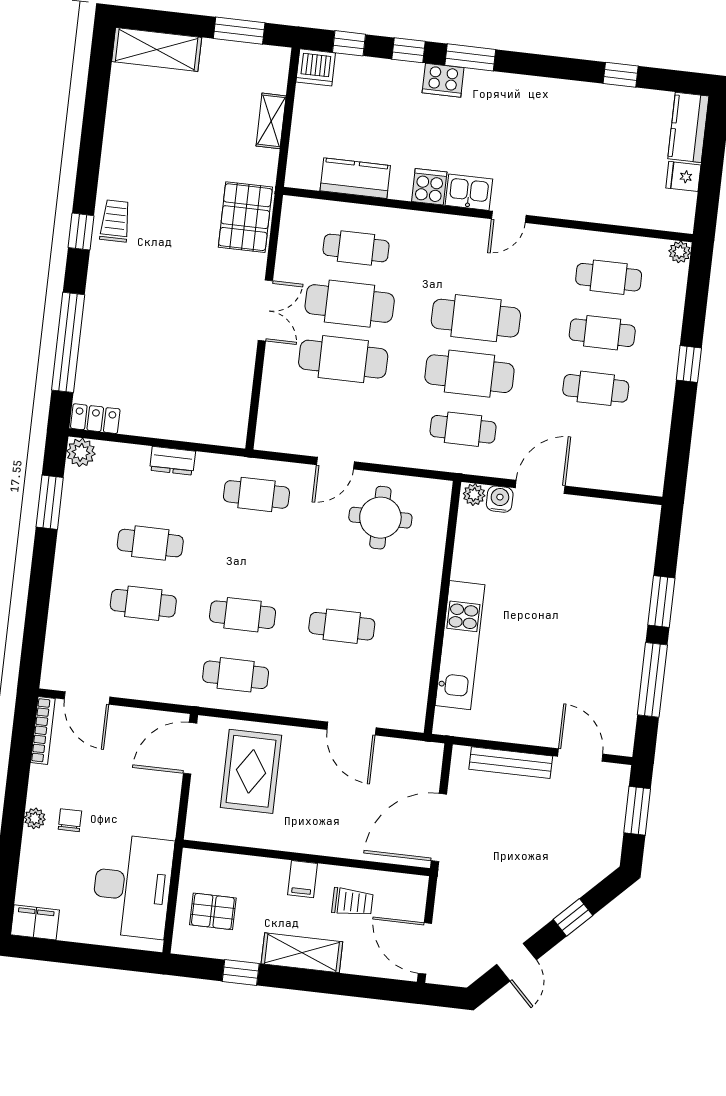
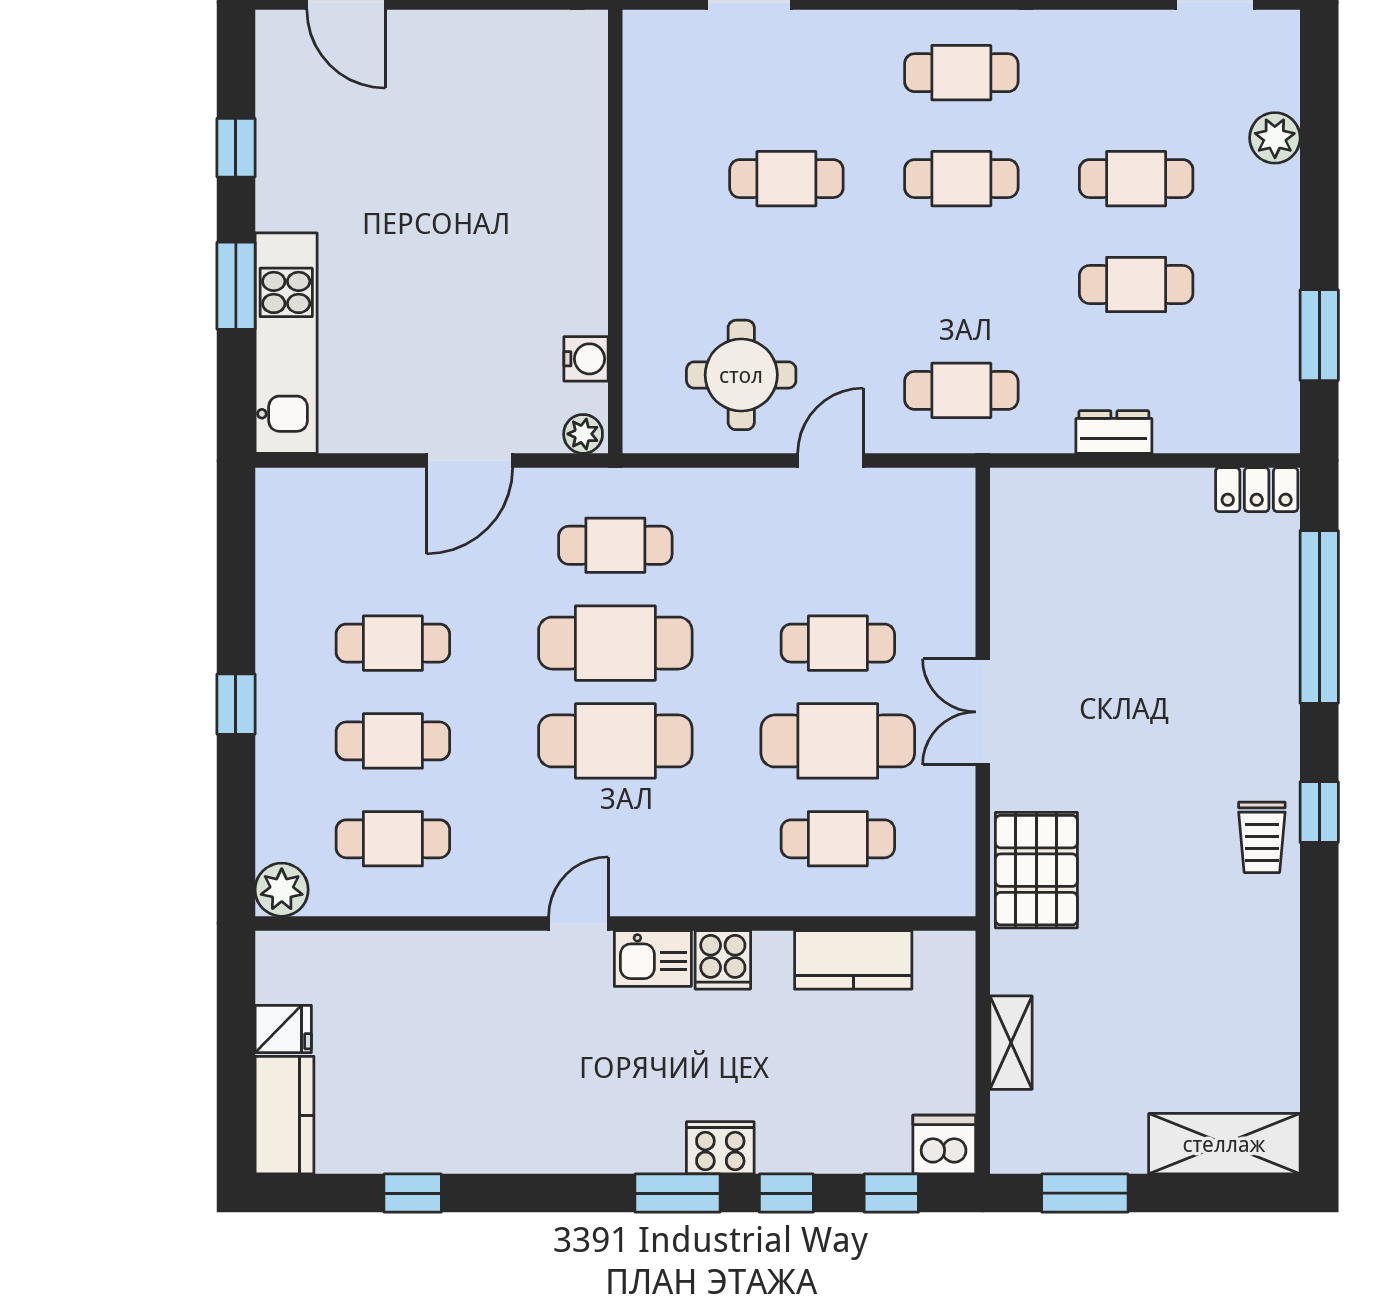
plant: (680, 252) -> (282, 890), width x1.38, depth x1.38
cafe table: (343, 359) -> (838, 643), width x0.73, depth x0.74
plant: (81, 452) -> (1275, 138), moved
water cooler: (500, 499) -> (586, 359), moved, turned -90
kitchen unit: (460, 645) -> (286, 343), moved, turned 180
window: (652, 680) -> (236, 148), width x0.46

